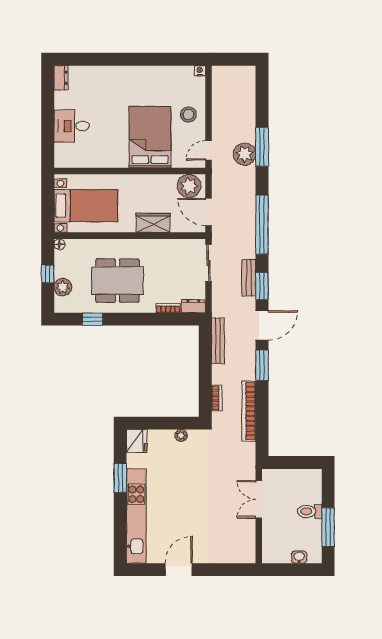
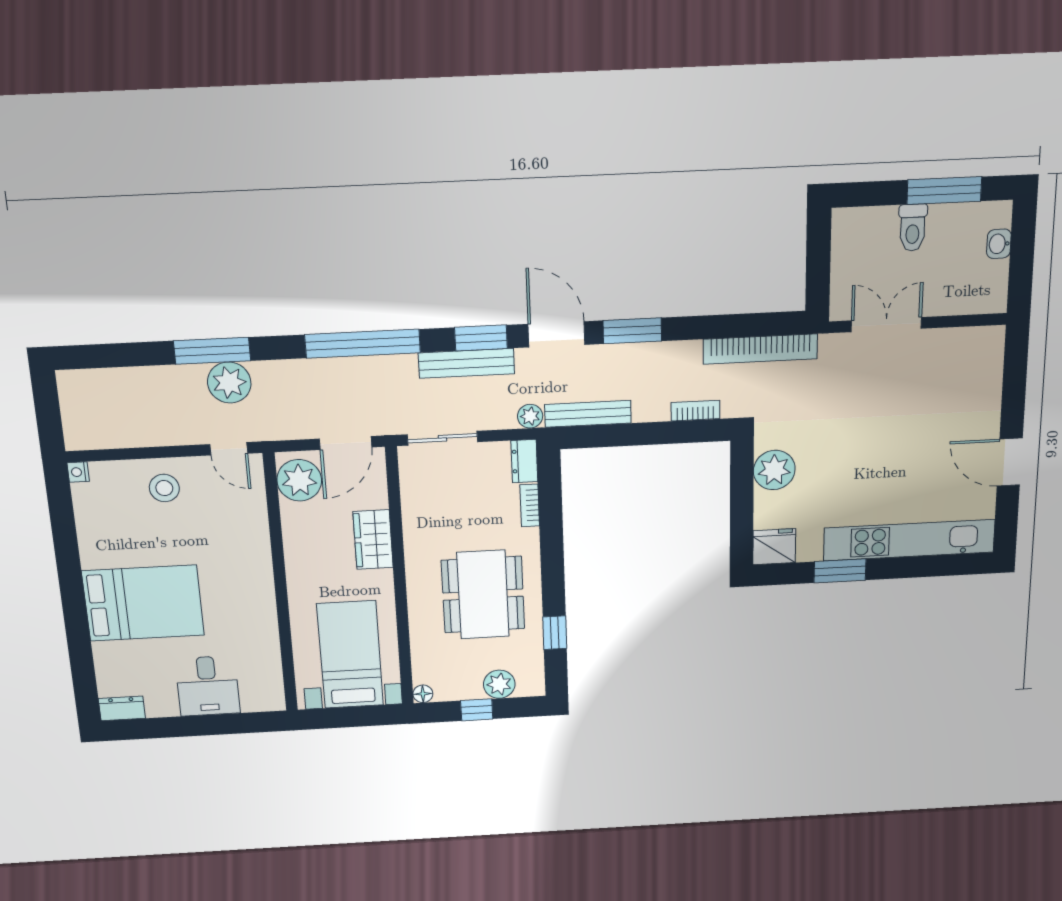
bed: (150, 137) -> (143, 603), moved, turned 180
bench: (249, 278) -> (466, 363), width x1.36
plant: (218, 310) -> (530, 416), added
bookcase: (249, 411) -> (760, 349), moved
plant: (181, 435) -> (774, 470), width x1.87, depth x1.87
double door: (259, 499) -> (886, 325), swing flipped

